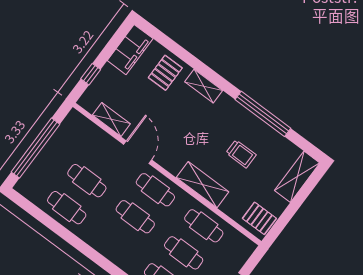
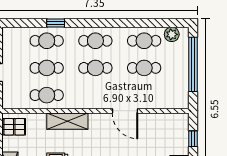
shelving: (111, 119) -> (158, 119), removed
cafe table: (155, 190) -> (95, 41), moved
plant: (35, 194) -> (172, 34), added

